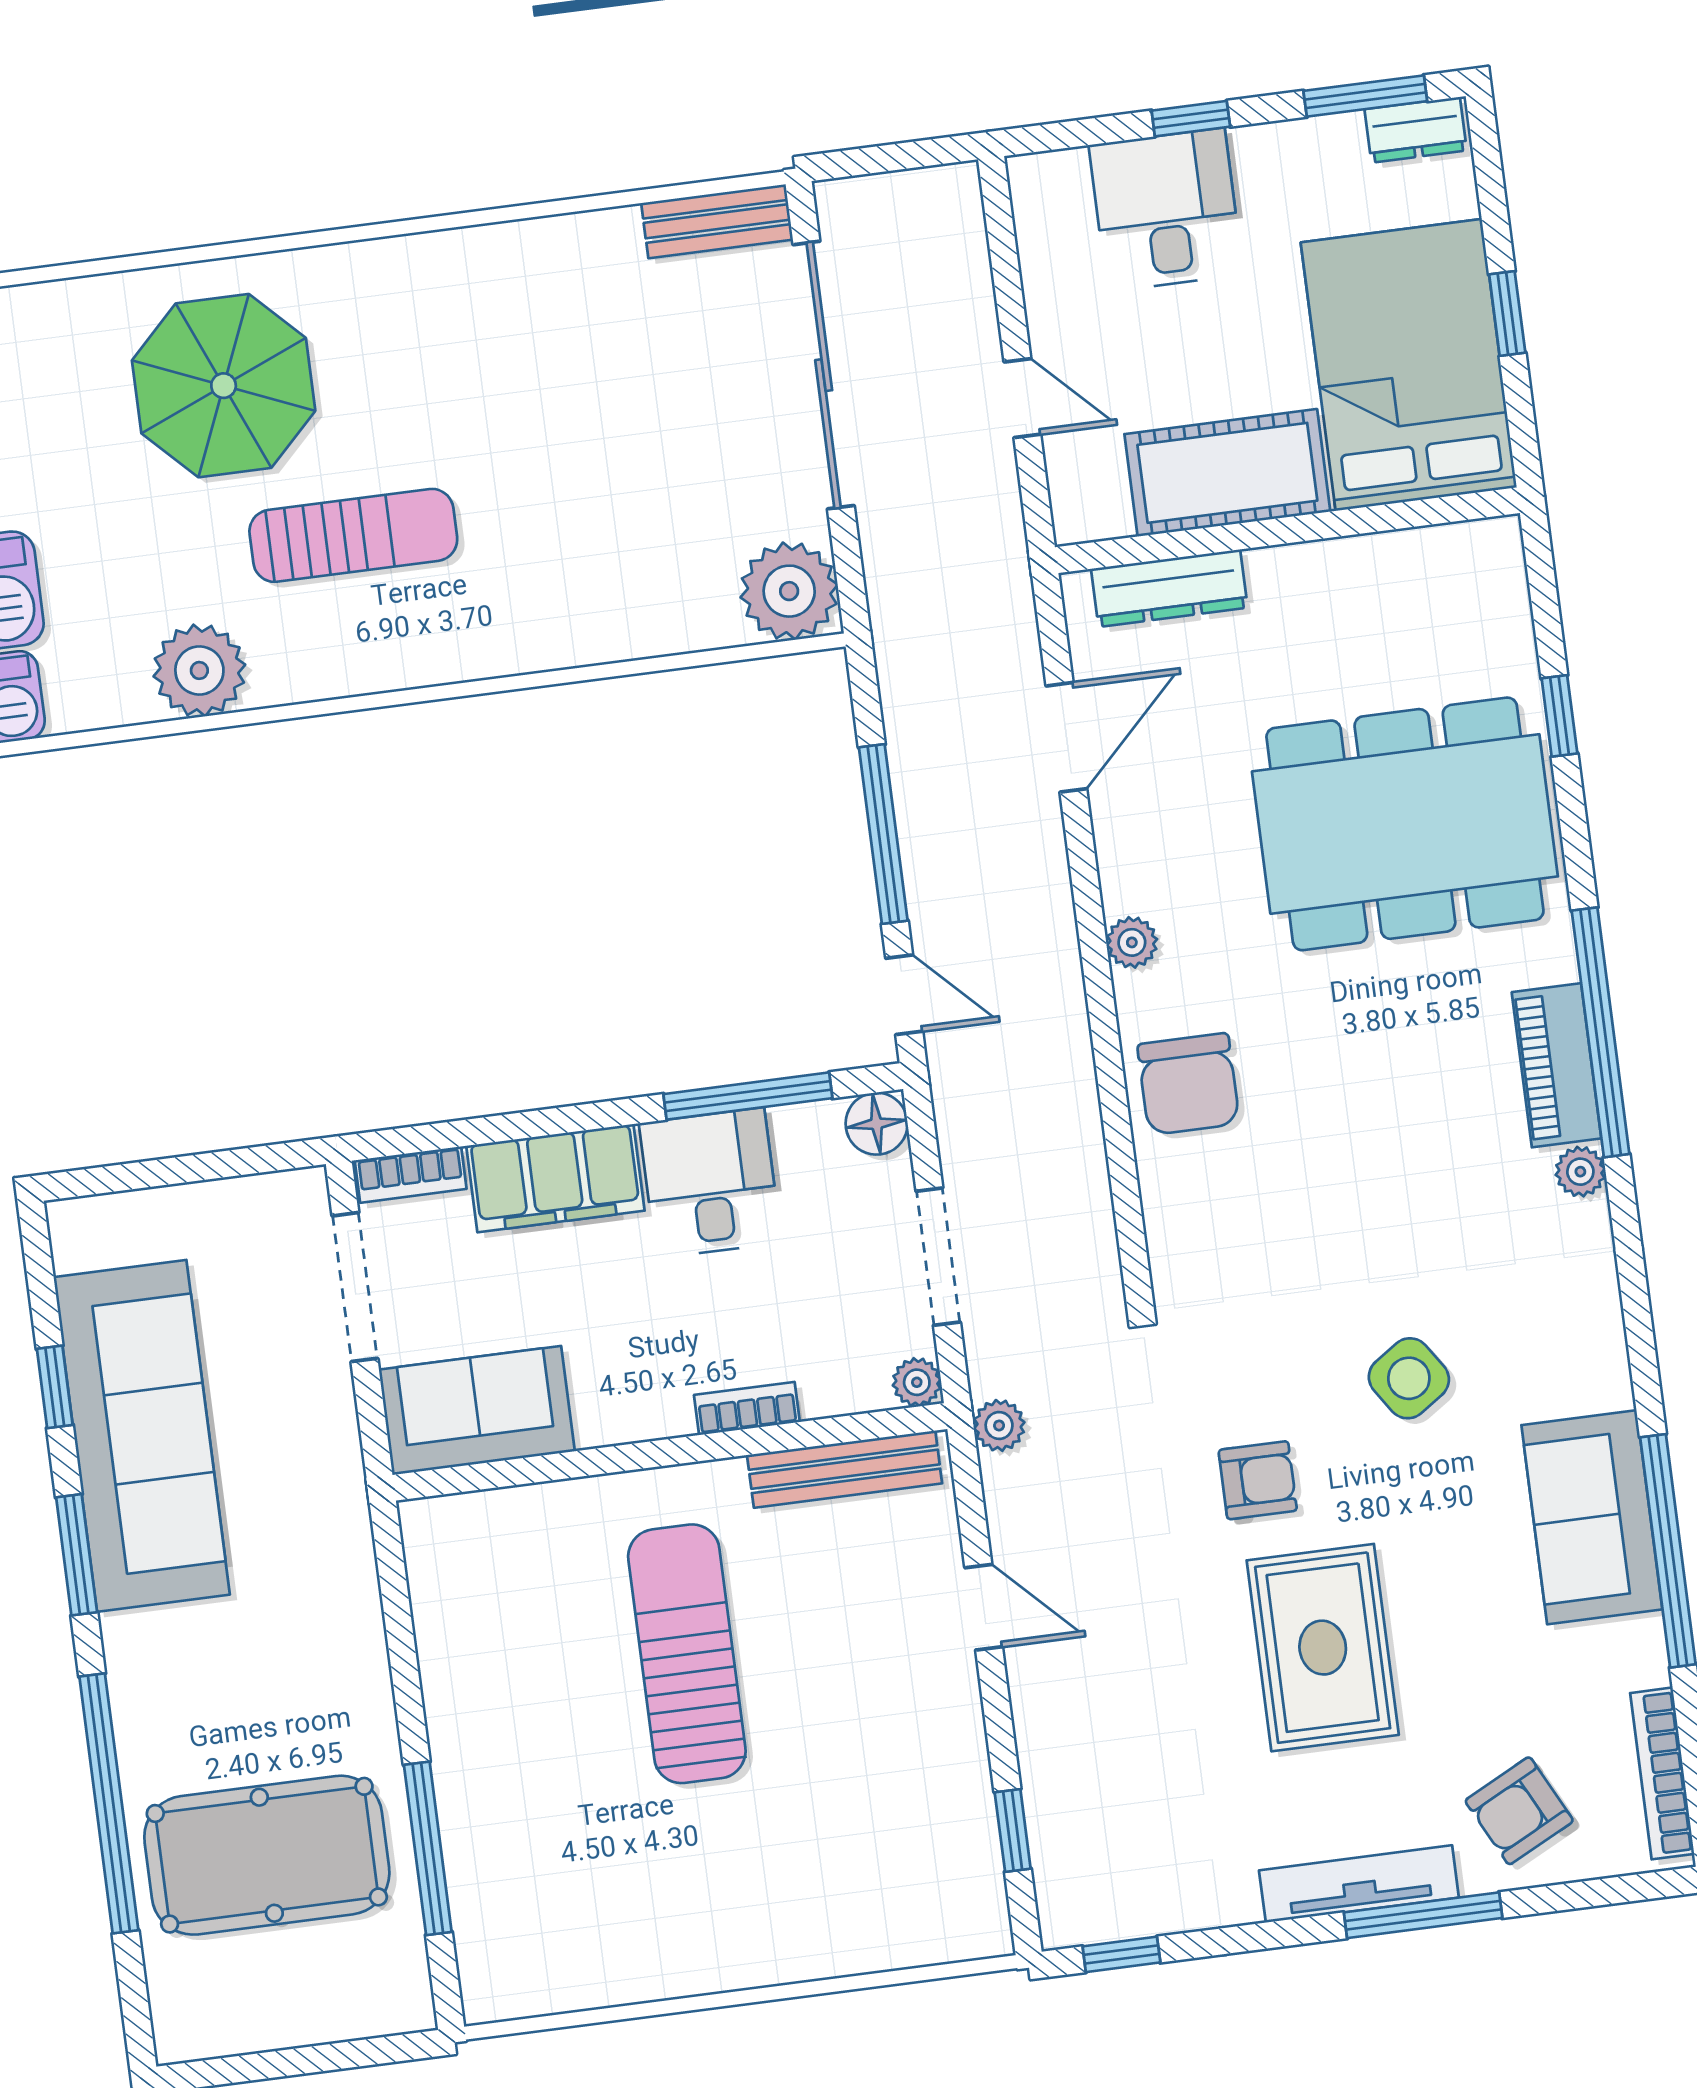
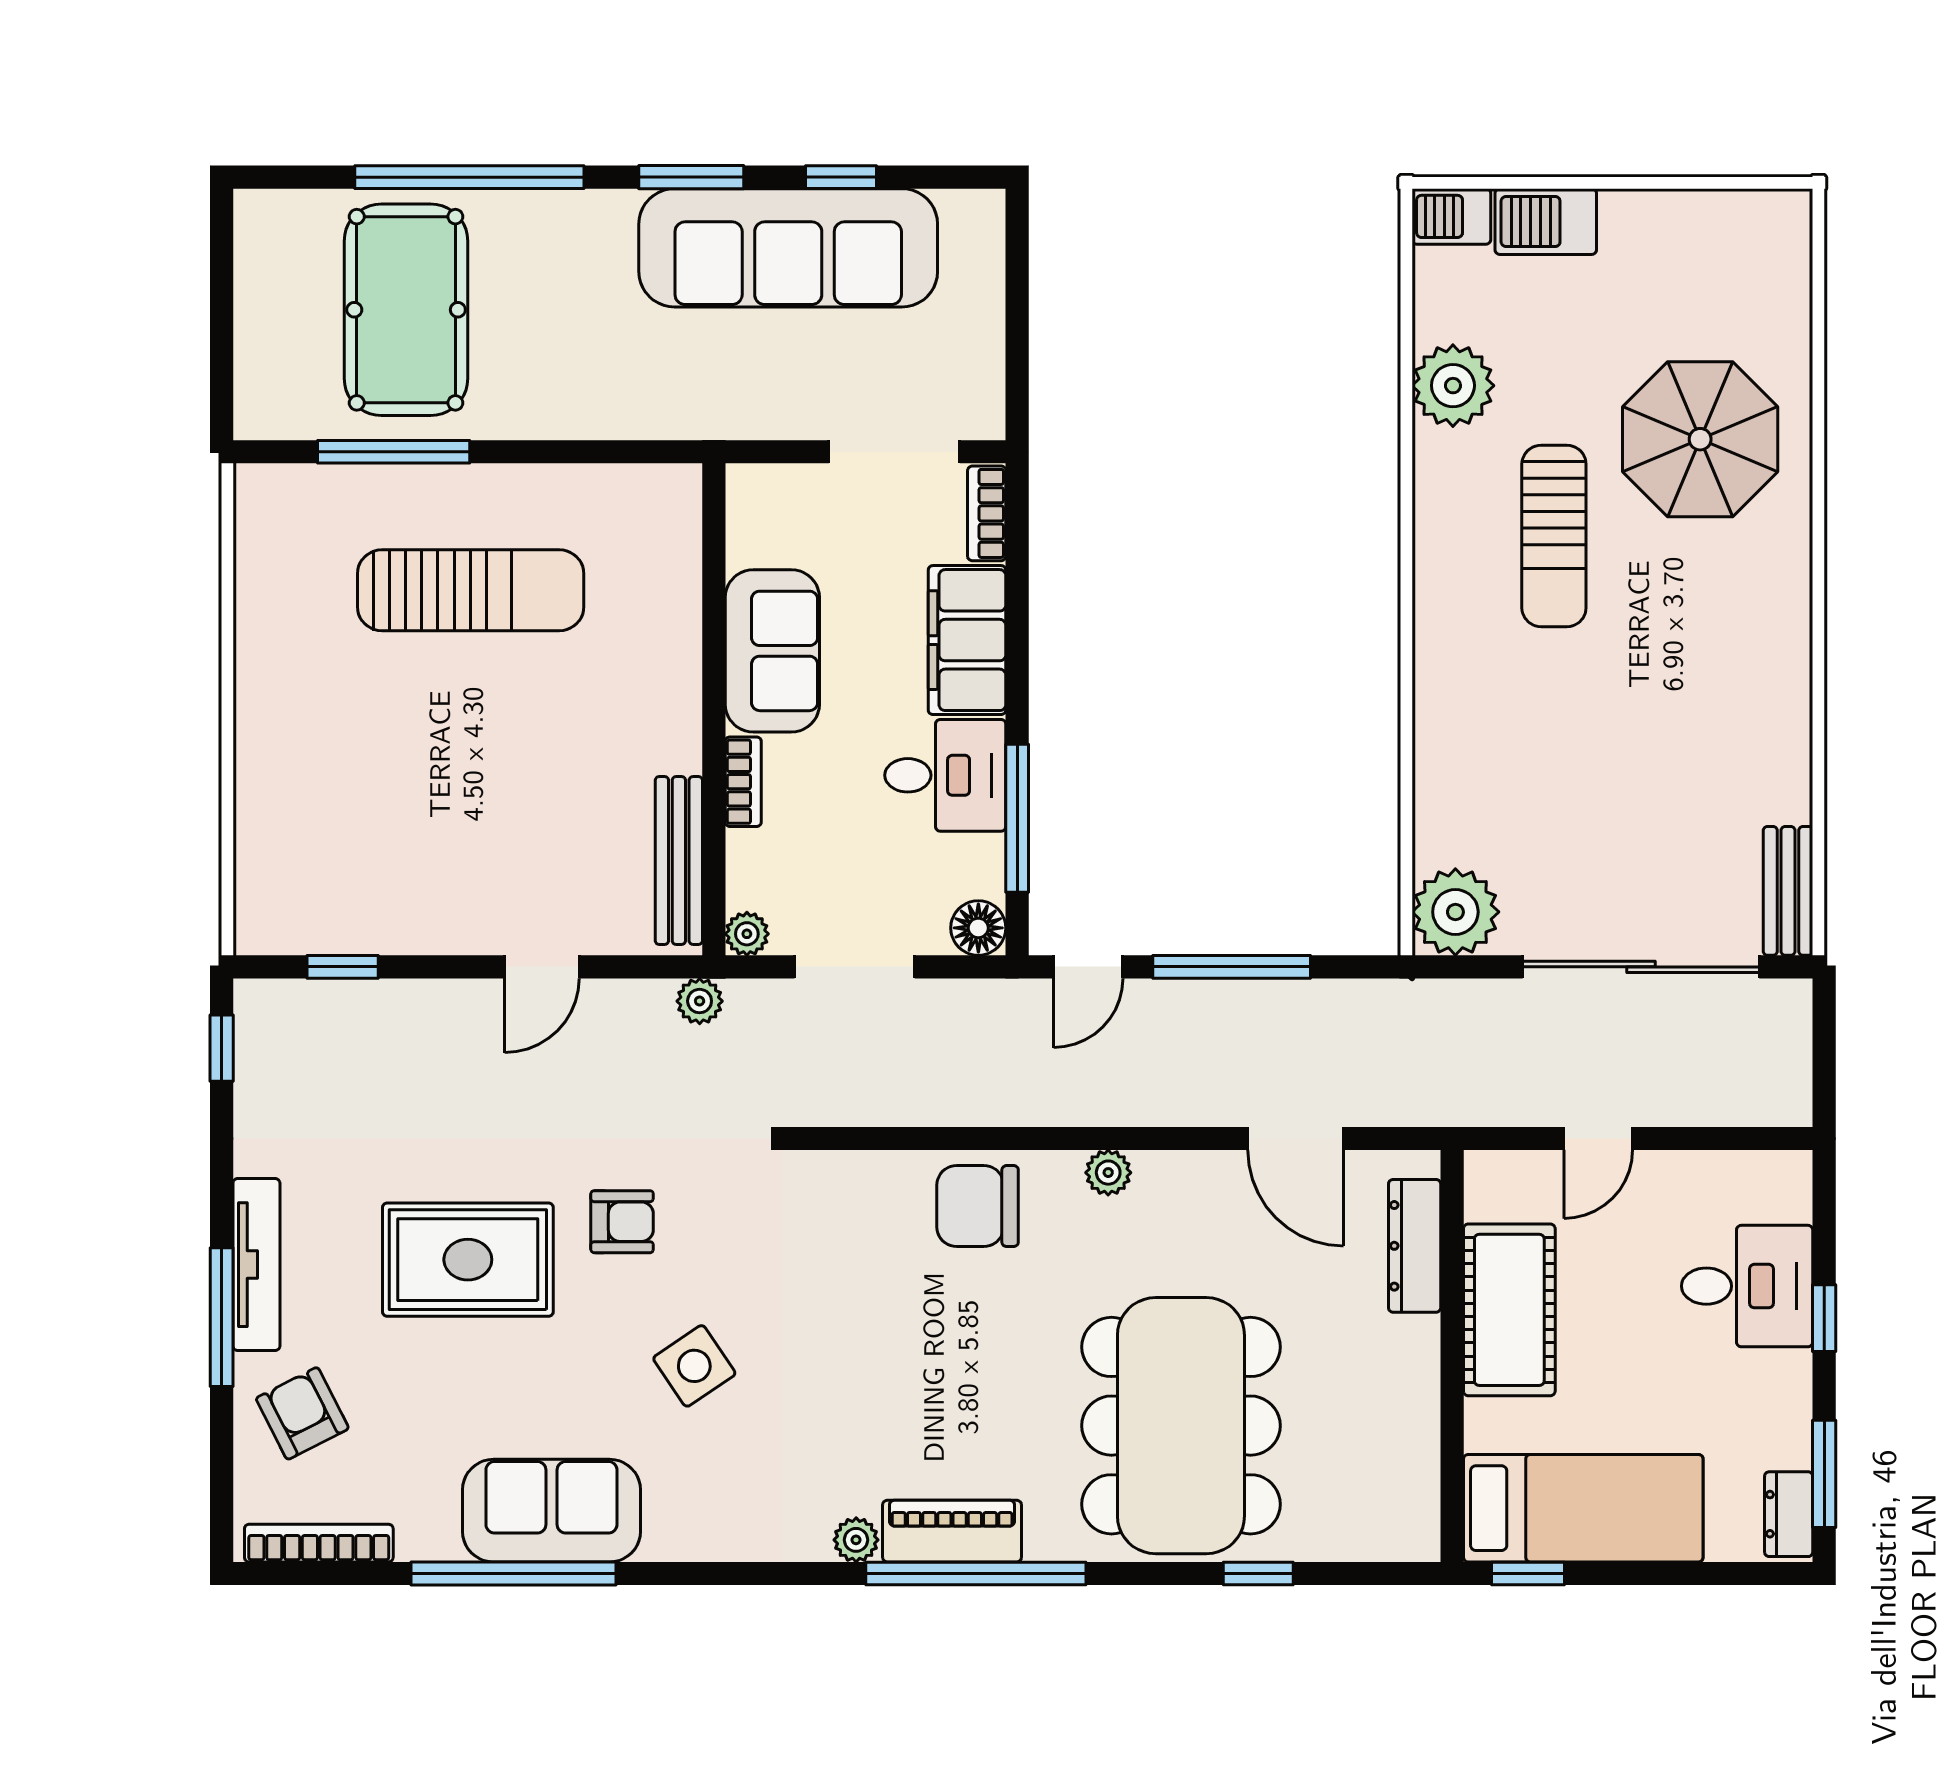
window: (1507, 314) -> (1528, 1573), moved
bed: (1409, 365) -> (1583, 1508), width x0.67
sofa: (477, 1410) -> (772, 651), moved
armchair: (1258, 1480) -> (622, 1222), turned -90
sun lounger: (687, 1654) -> (471, 590), moved

